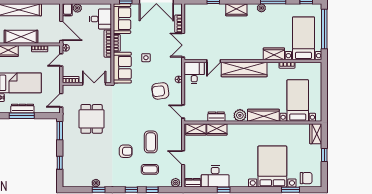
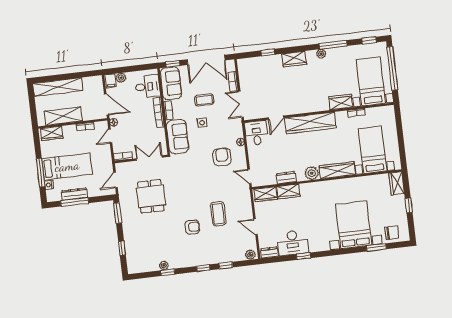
armchair: (160, 91) -> (222, 157), turned 97
coffee table: (150, 169) -> (204, 100), moved

